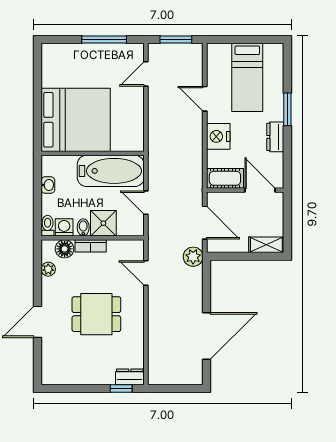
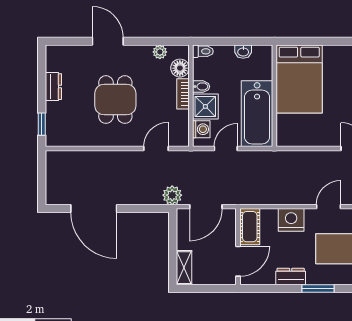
bed: (76, 120) -> (299, 79), width x0.73
washing machine: (64, 227) -> (201, 129), moved
dresser: (130, 377) -> (53, 87), moved

